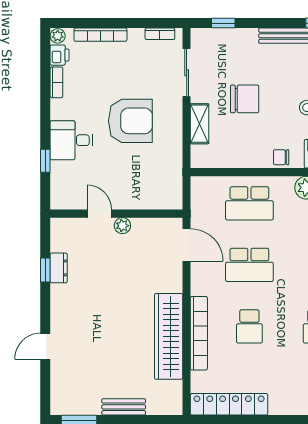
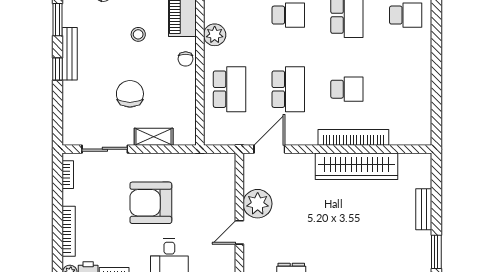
window: (223, 23) -> (58, 69), moved
armchair: (130, 121) -> (151, 203), turned -90
plant: (122, 226) -> (258, 204), width x1.87, depth x1.87
locker: (229, 404) -> (421, 109), removed

